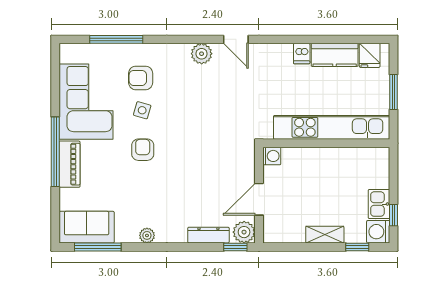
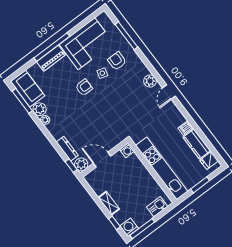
kitchen sink: (379, 204) -> (157, 207), moved
window: (393, 215) -> (142, 229), width x2.17
plant: (127, 232) -> (40, 109), added

